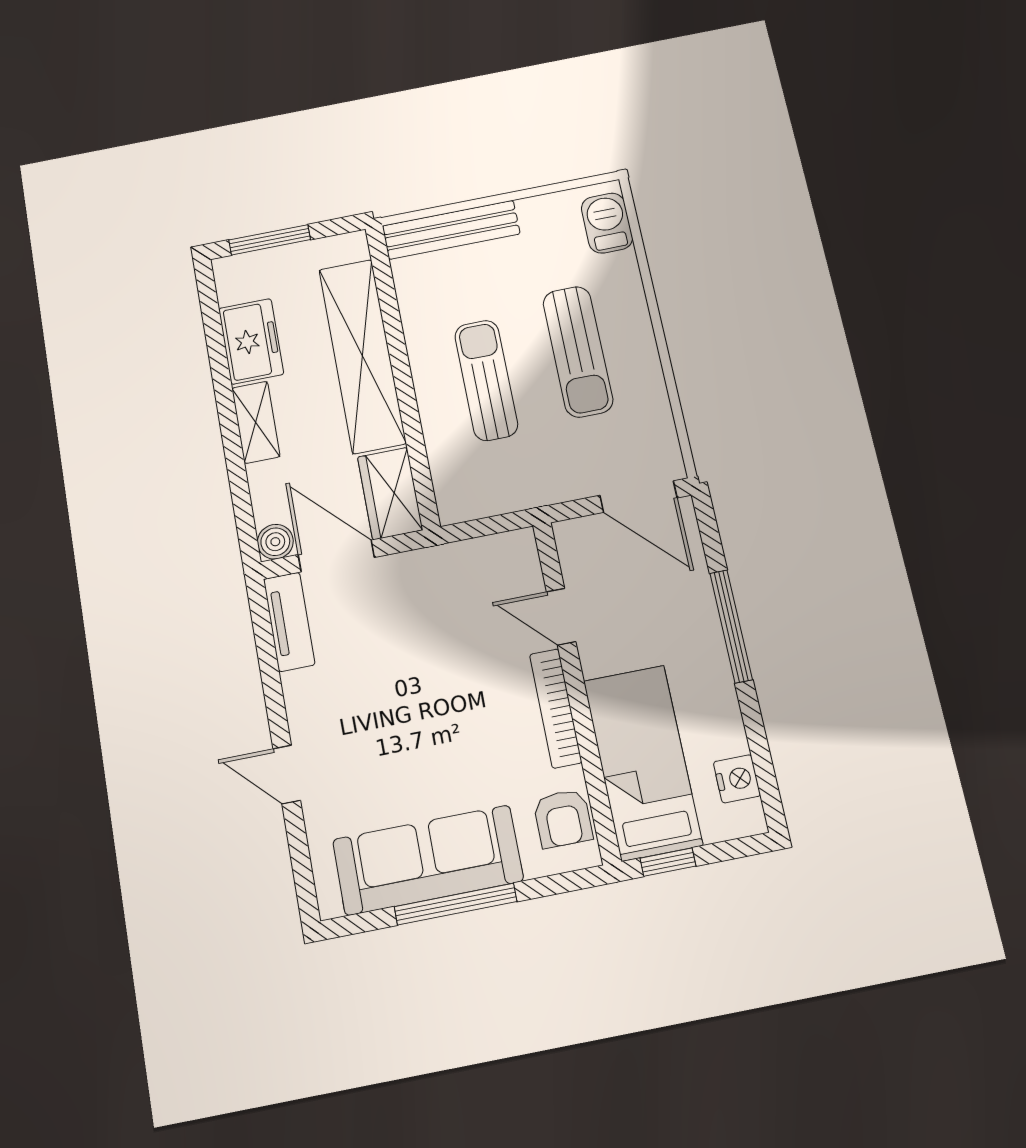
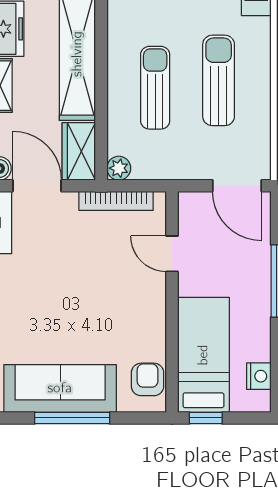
sun lounger: (578, 352) -> (219, 80), turned 180
plant: (455, 506) -> (119, 168), added
bookcase: (556, 708) -> (116, 201), moved, turned -90
armchair: (563, 819) -> (148, 379), turned 180

